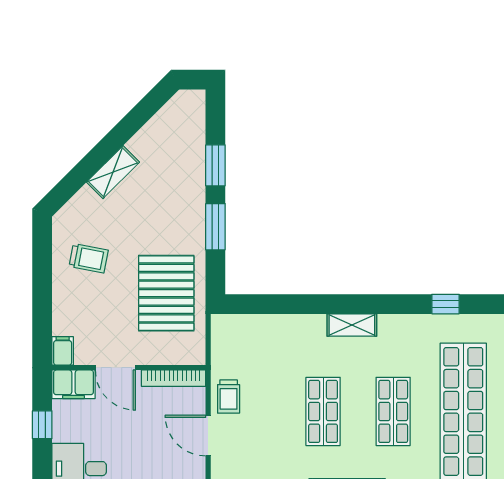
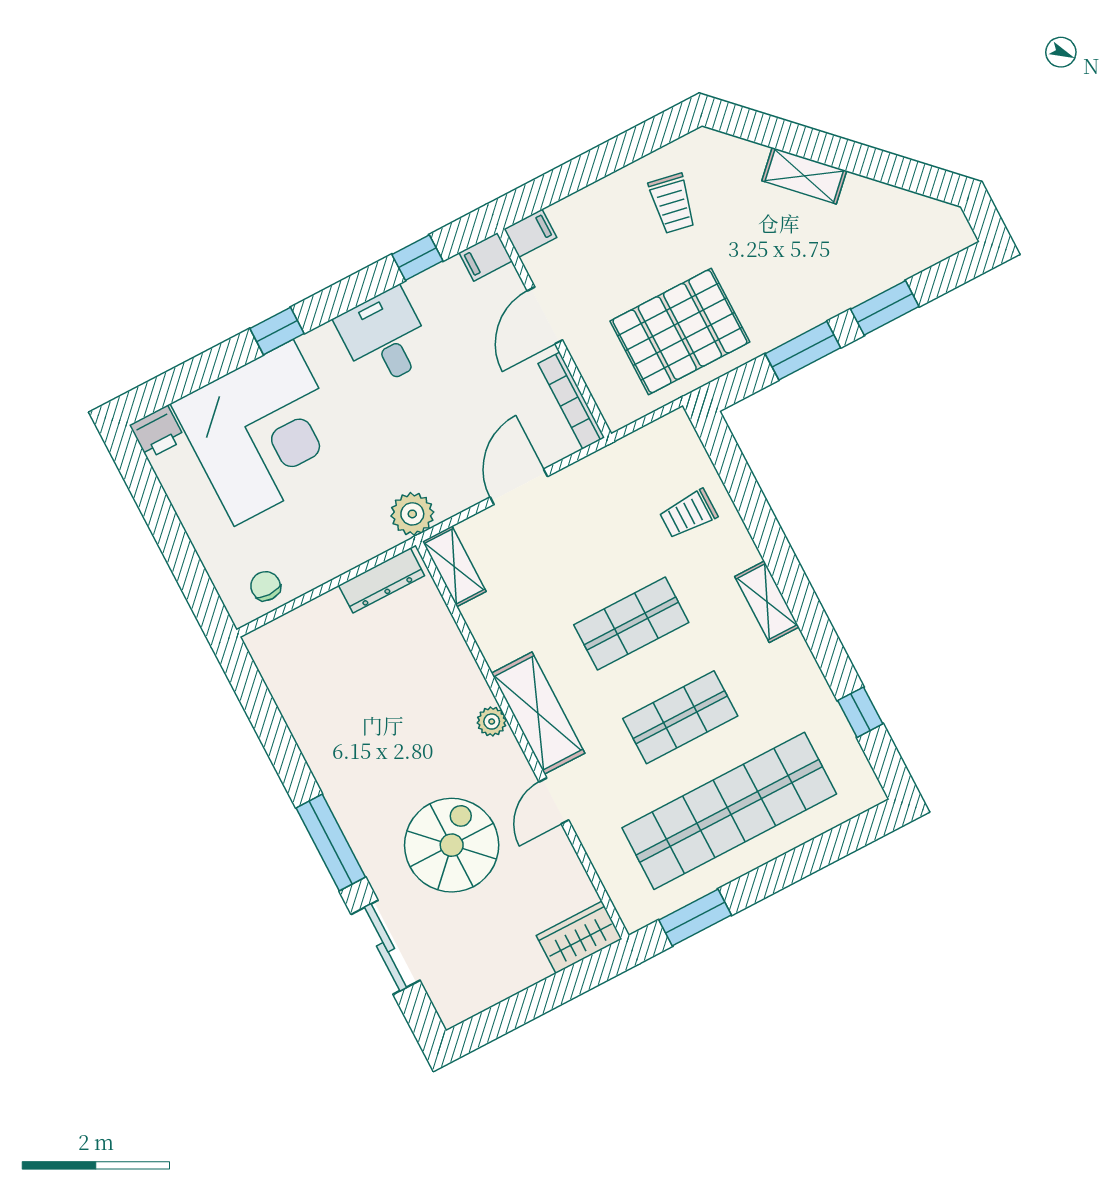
filing cabinet: (74, 384) -> (486, 257), width x0.50
trolley: (229, 397) -> (688, 514), moved

